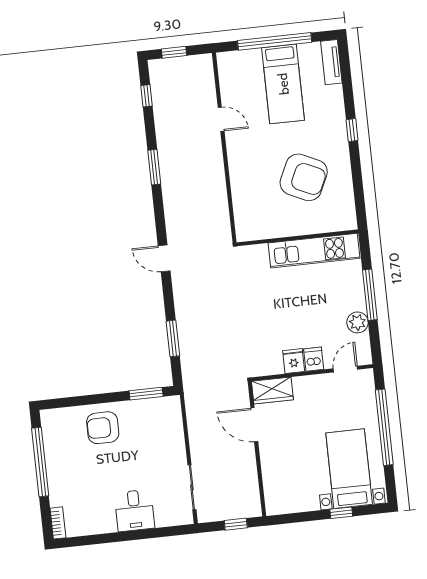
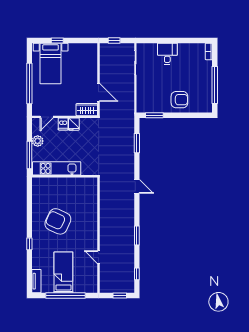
wall: (297, 238) -> (65, 176), moved
kitchen unit: (314, 251) -> (57, 168), moved

